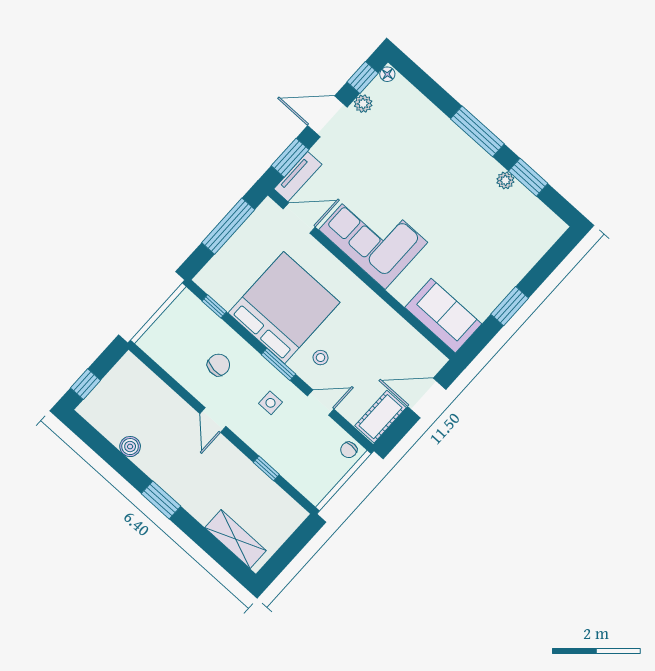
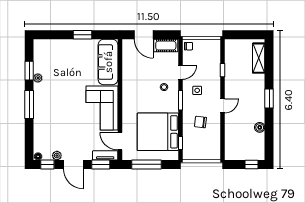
bed: (284, 308) -> (158, 132), moved
sofa: (443, 316) -> (108, 62), width x1.36
door: (321, 403) -> (180, 72), swing flipped

